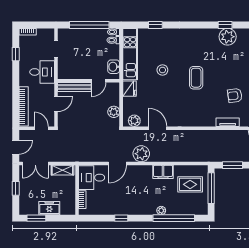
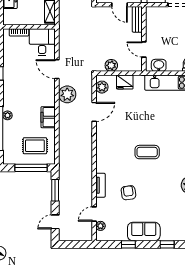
stool: (162, 70) -> (155, 117), removed
bench: (74, 87) -> (137, 19), width x0.73
fridge: (130, 89) -> (125, 82), moved
rug: (190, 184) -> (35, 146), turned 90

